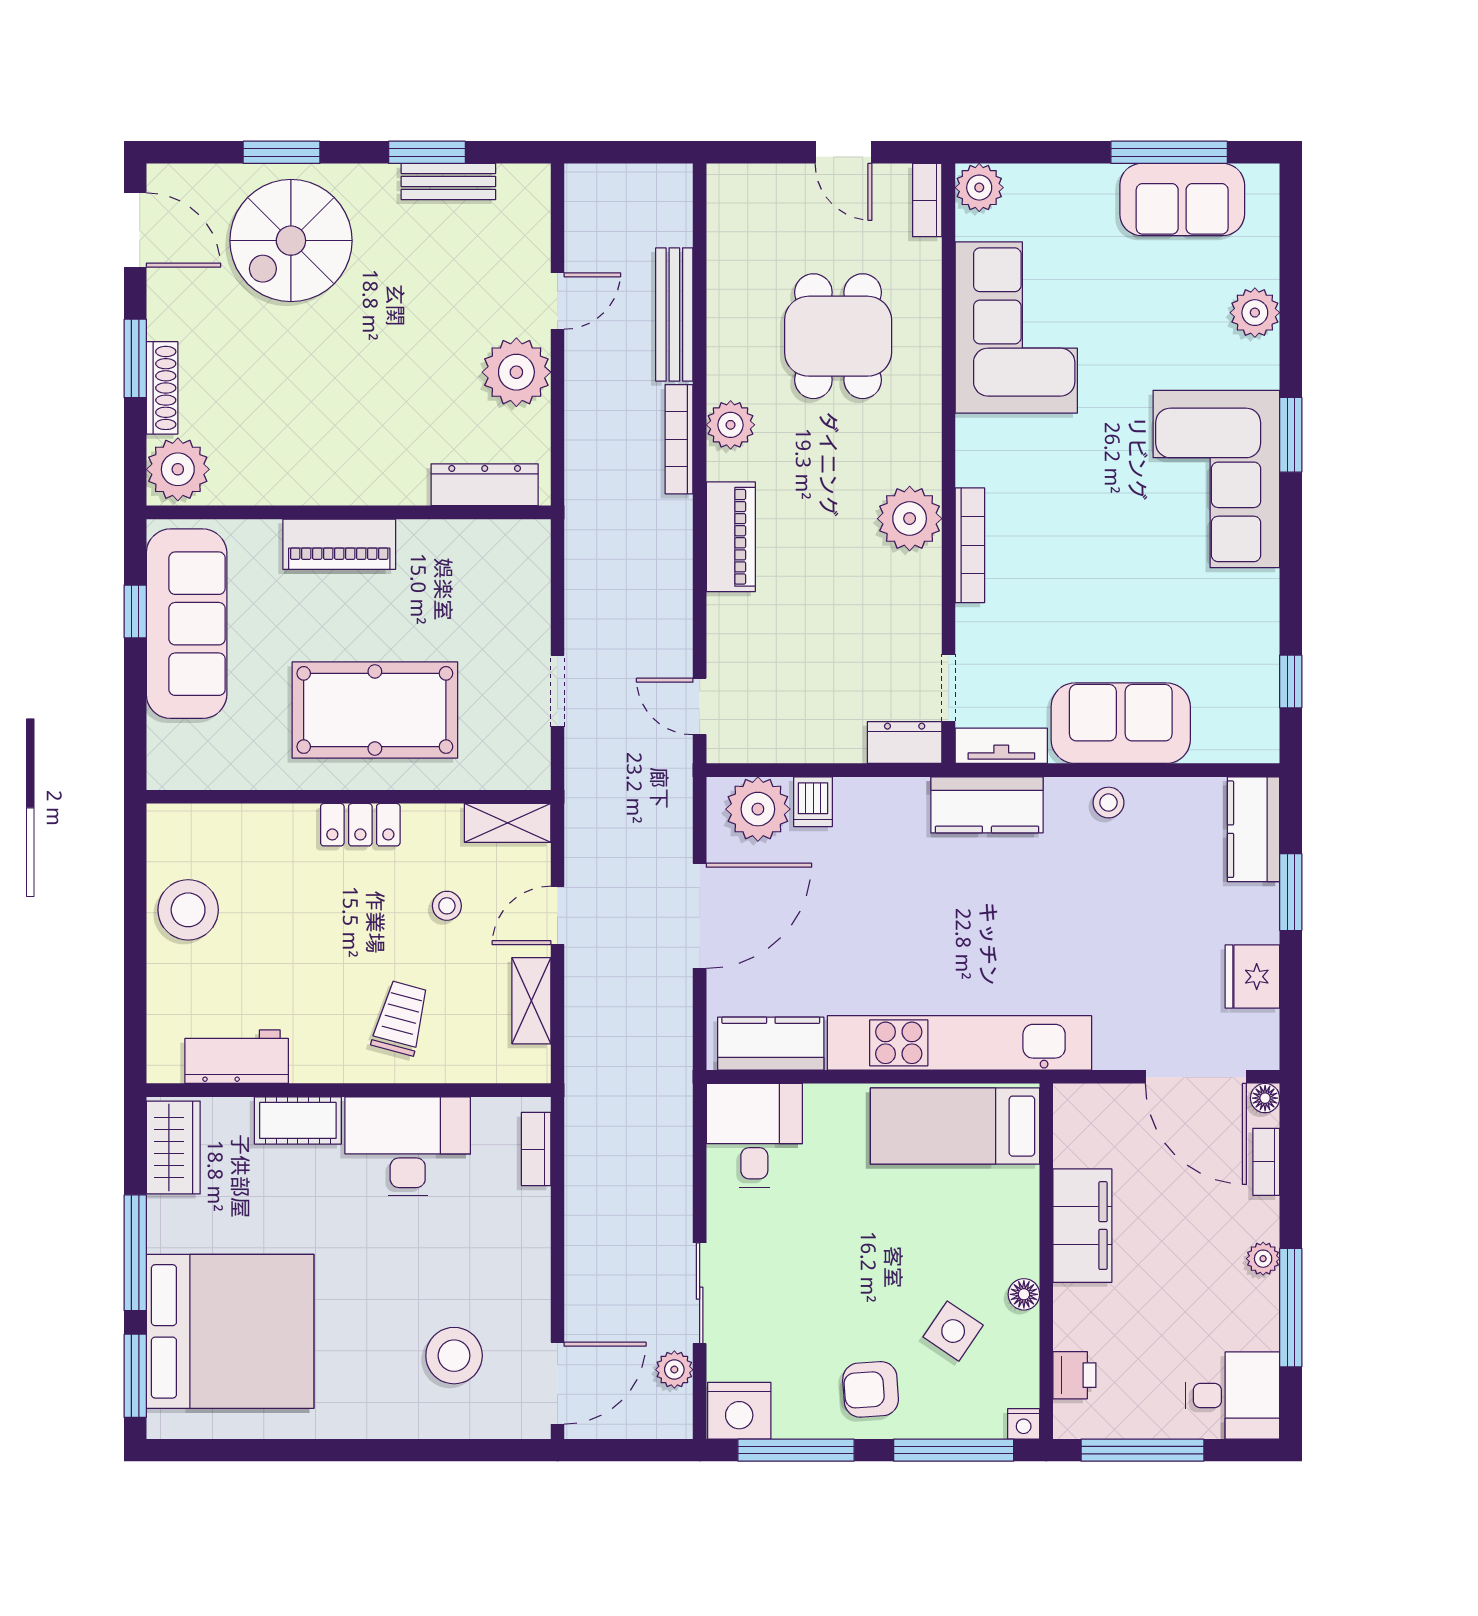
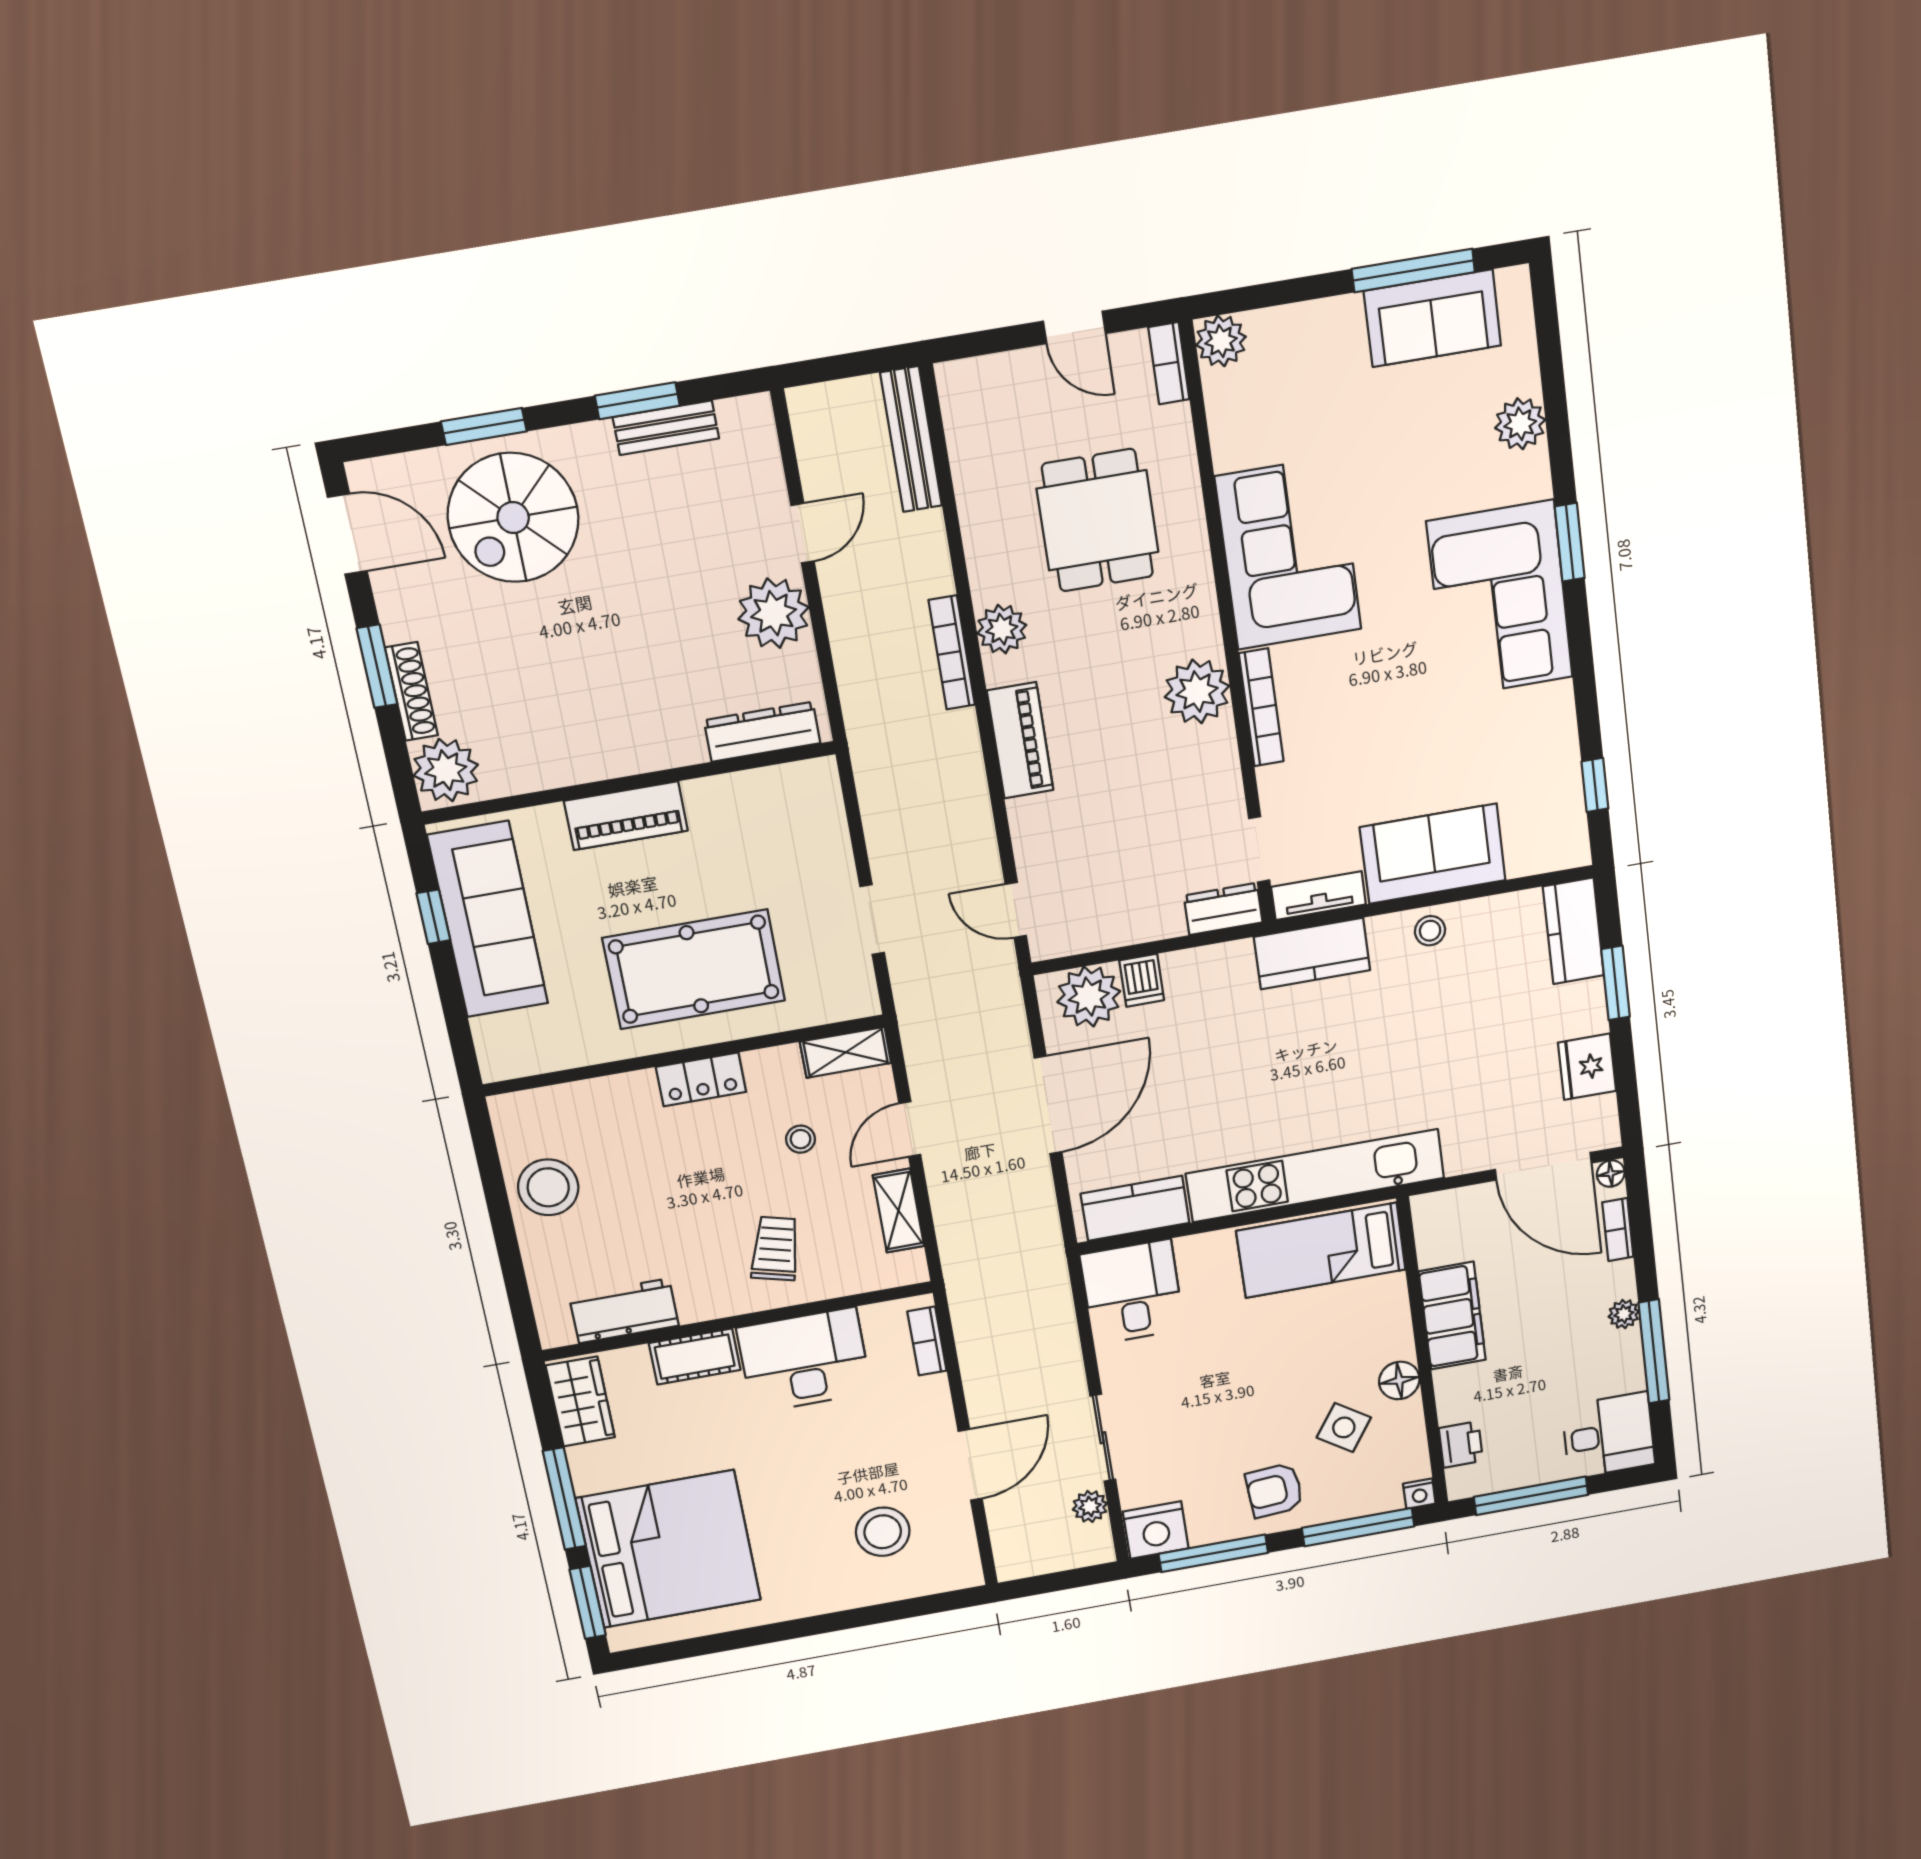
bench: (674, 314) -> (911, 439), moved
corner sofa: (1016, 328) -> (1288, 553), moved
floor lamp: (1024, 1294) -> (1399, 1380), width x1.37, depth x1.37
door: (557, 1383) -> (970, 1465), moved

